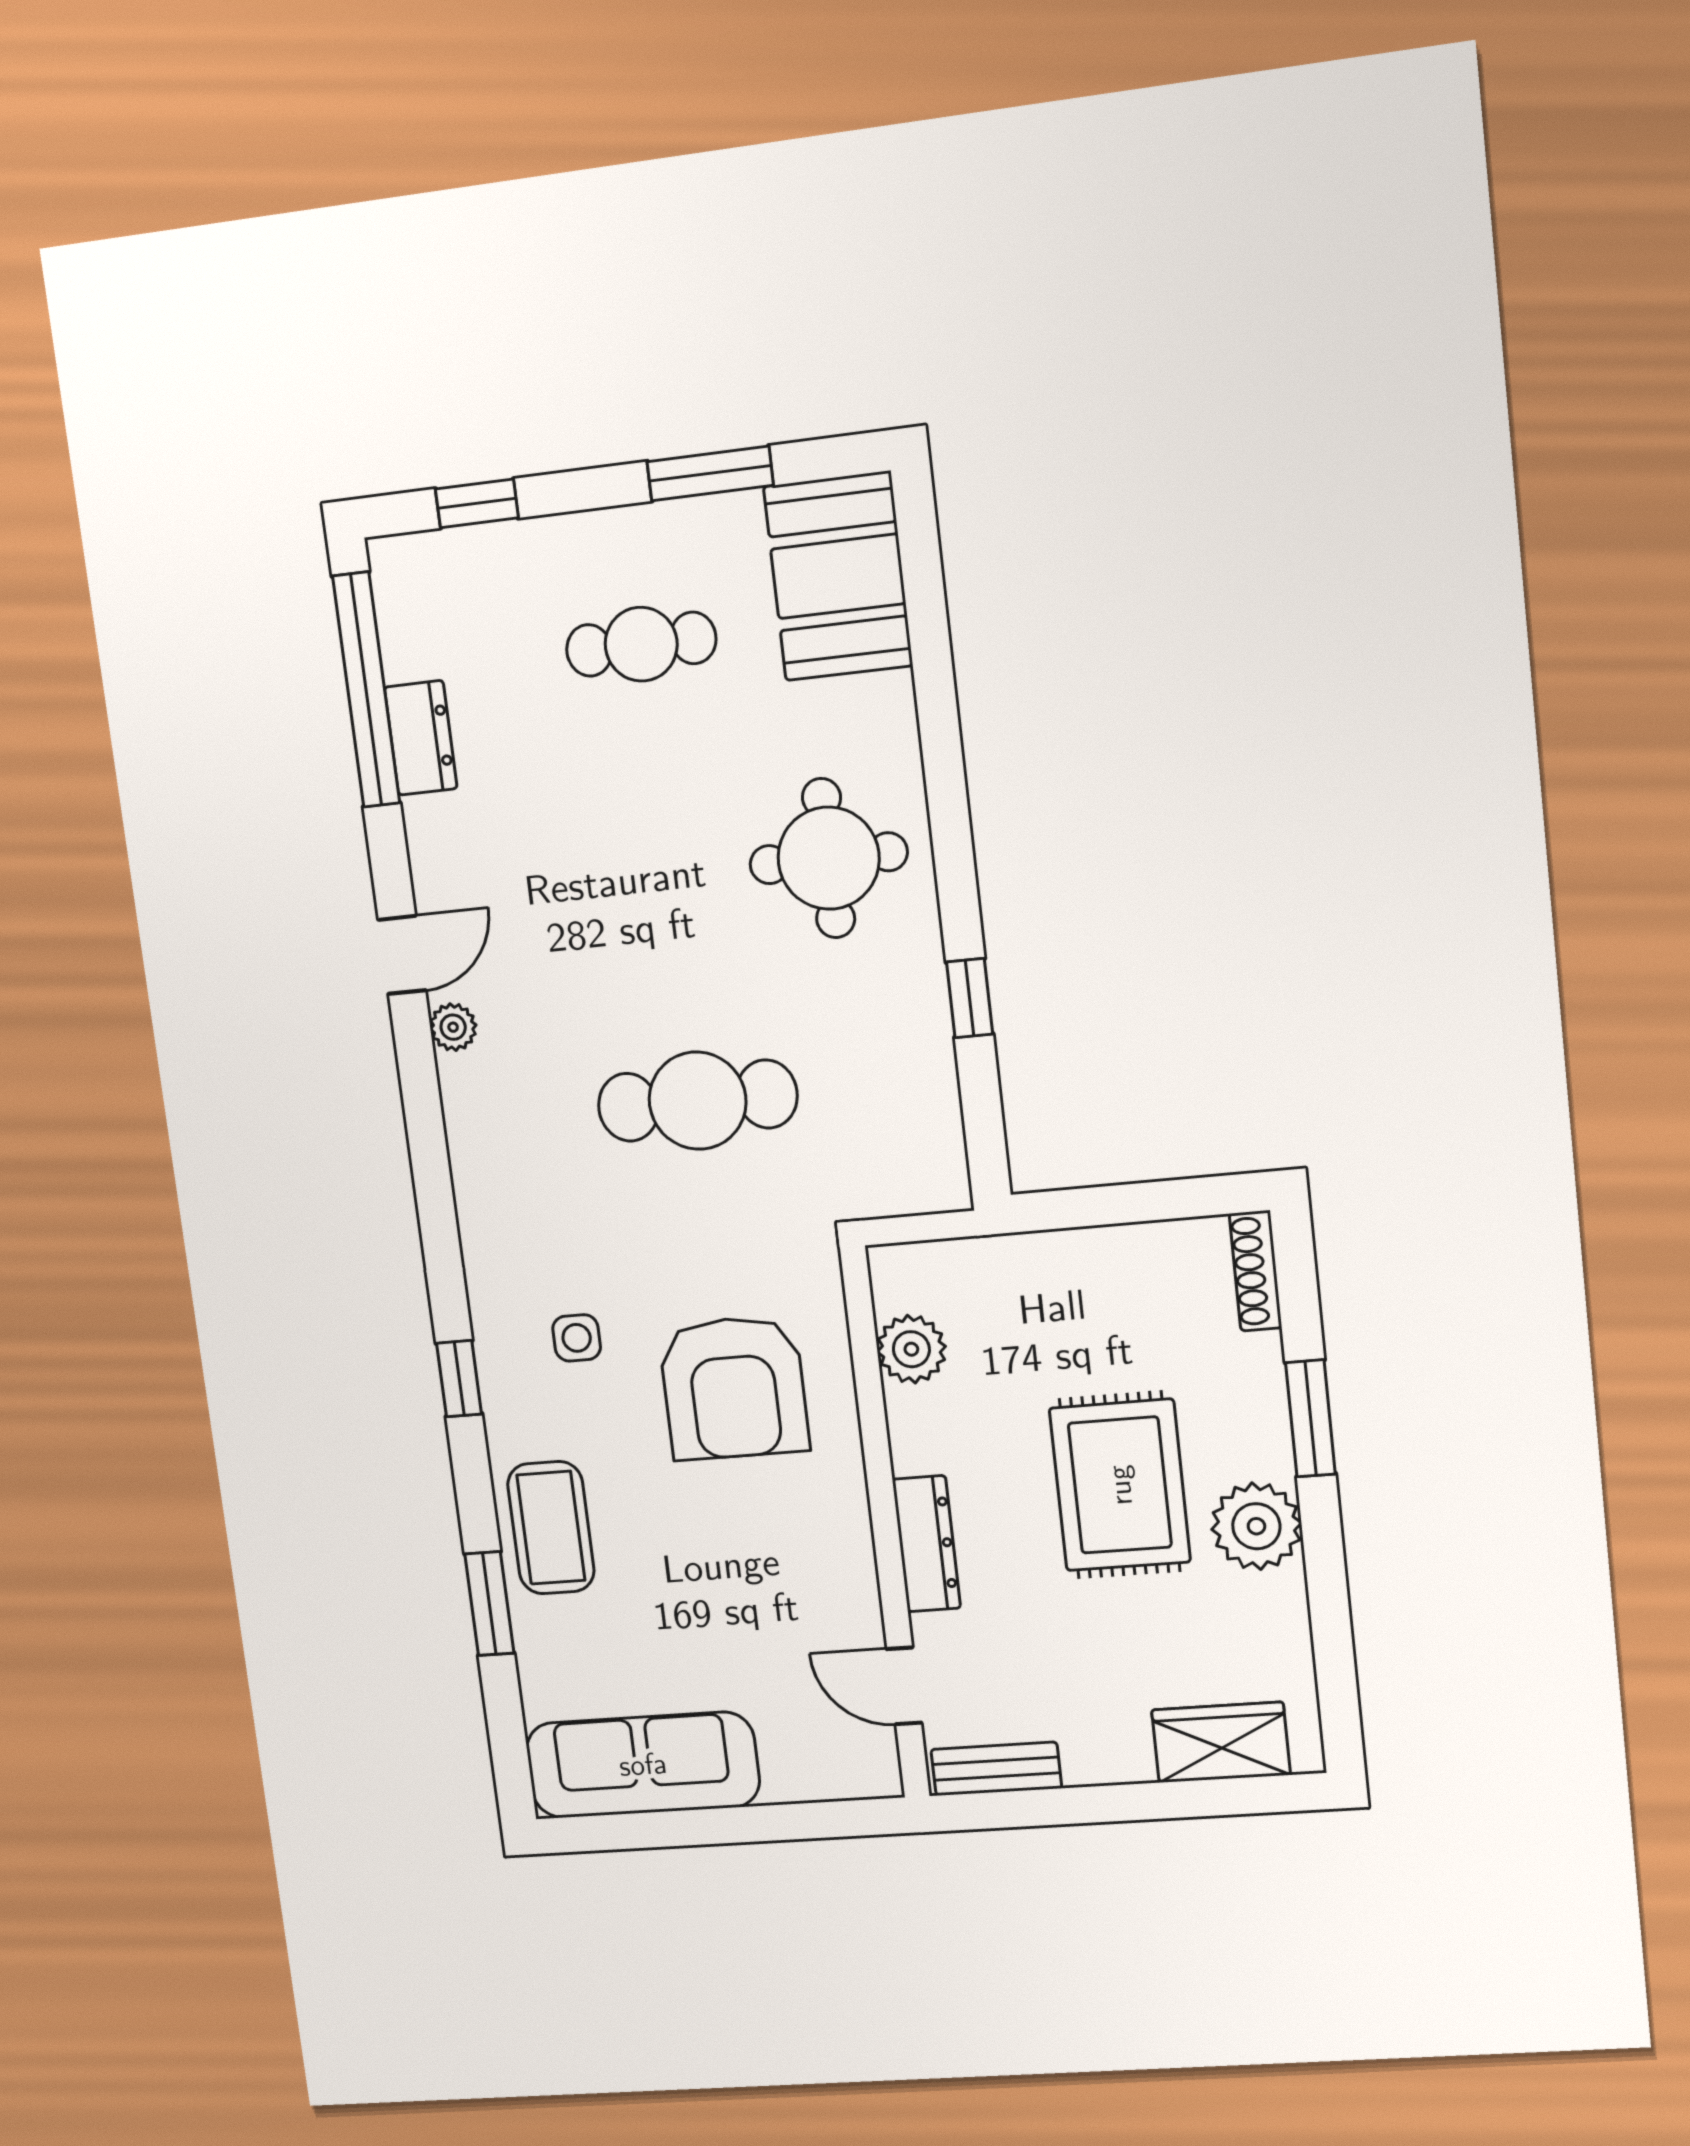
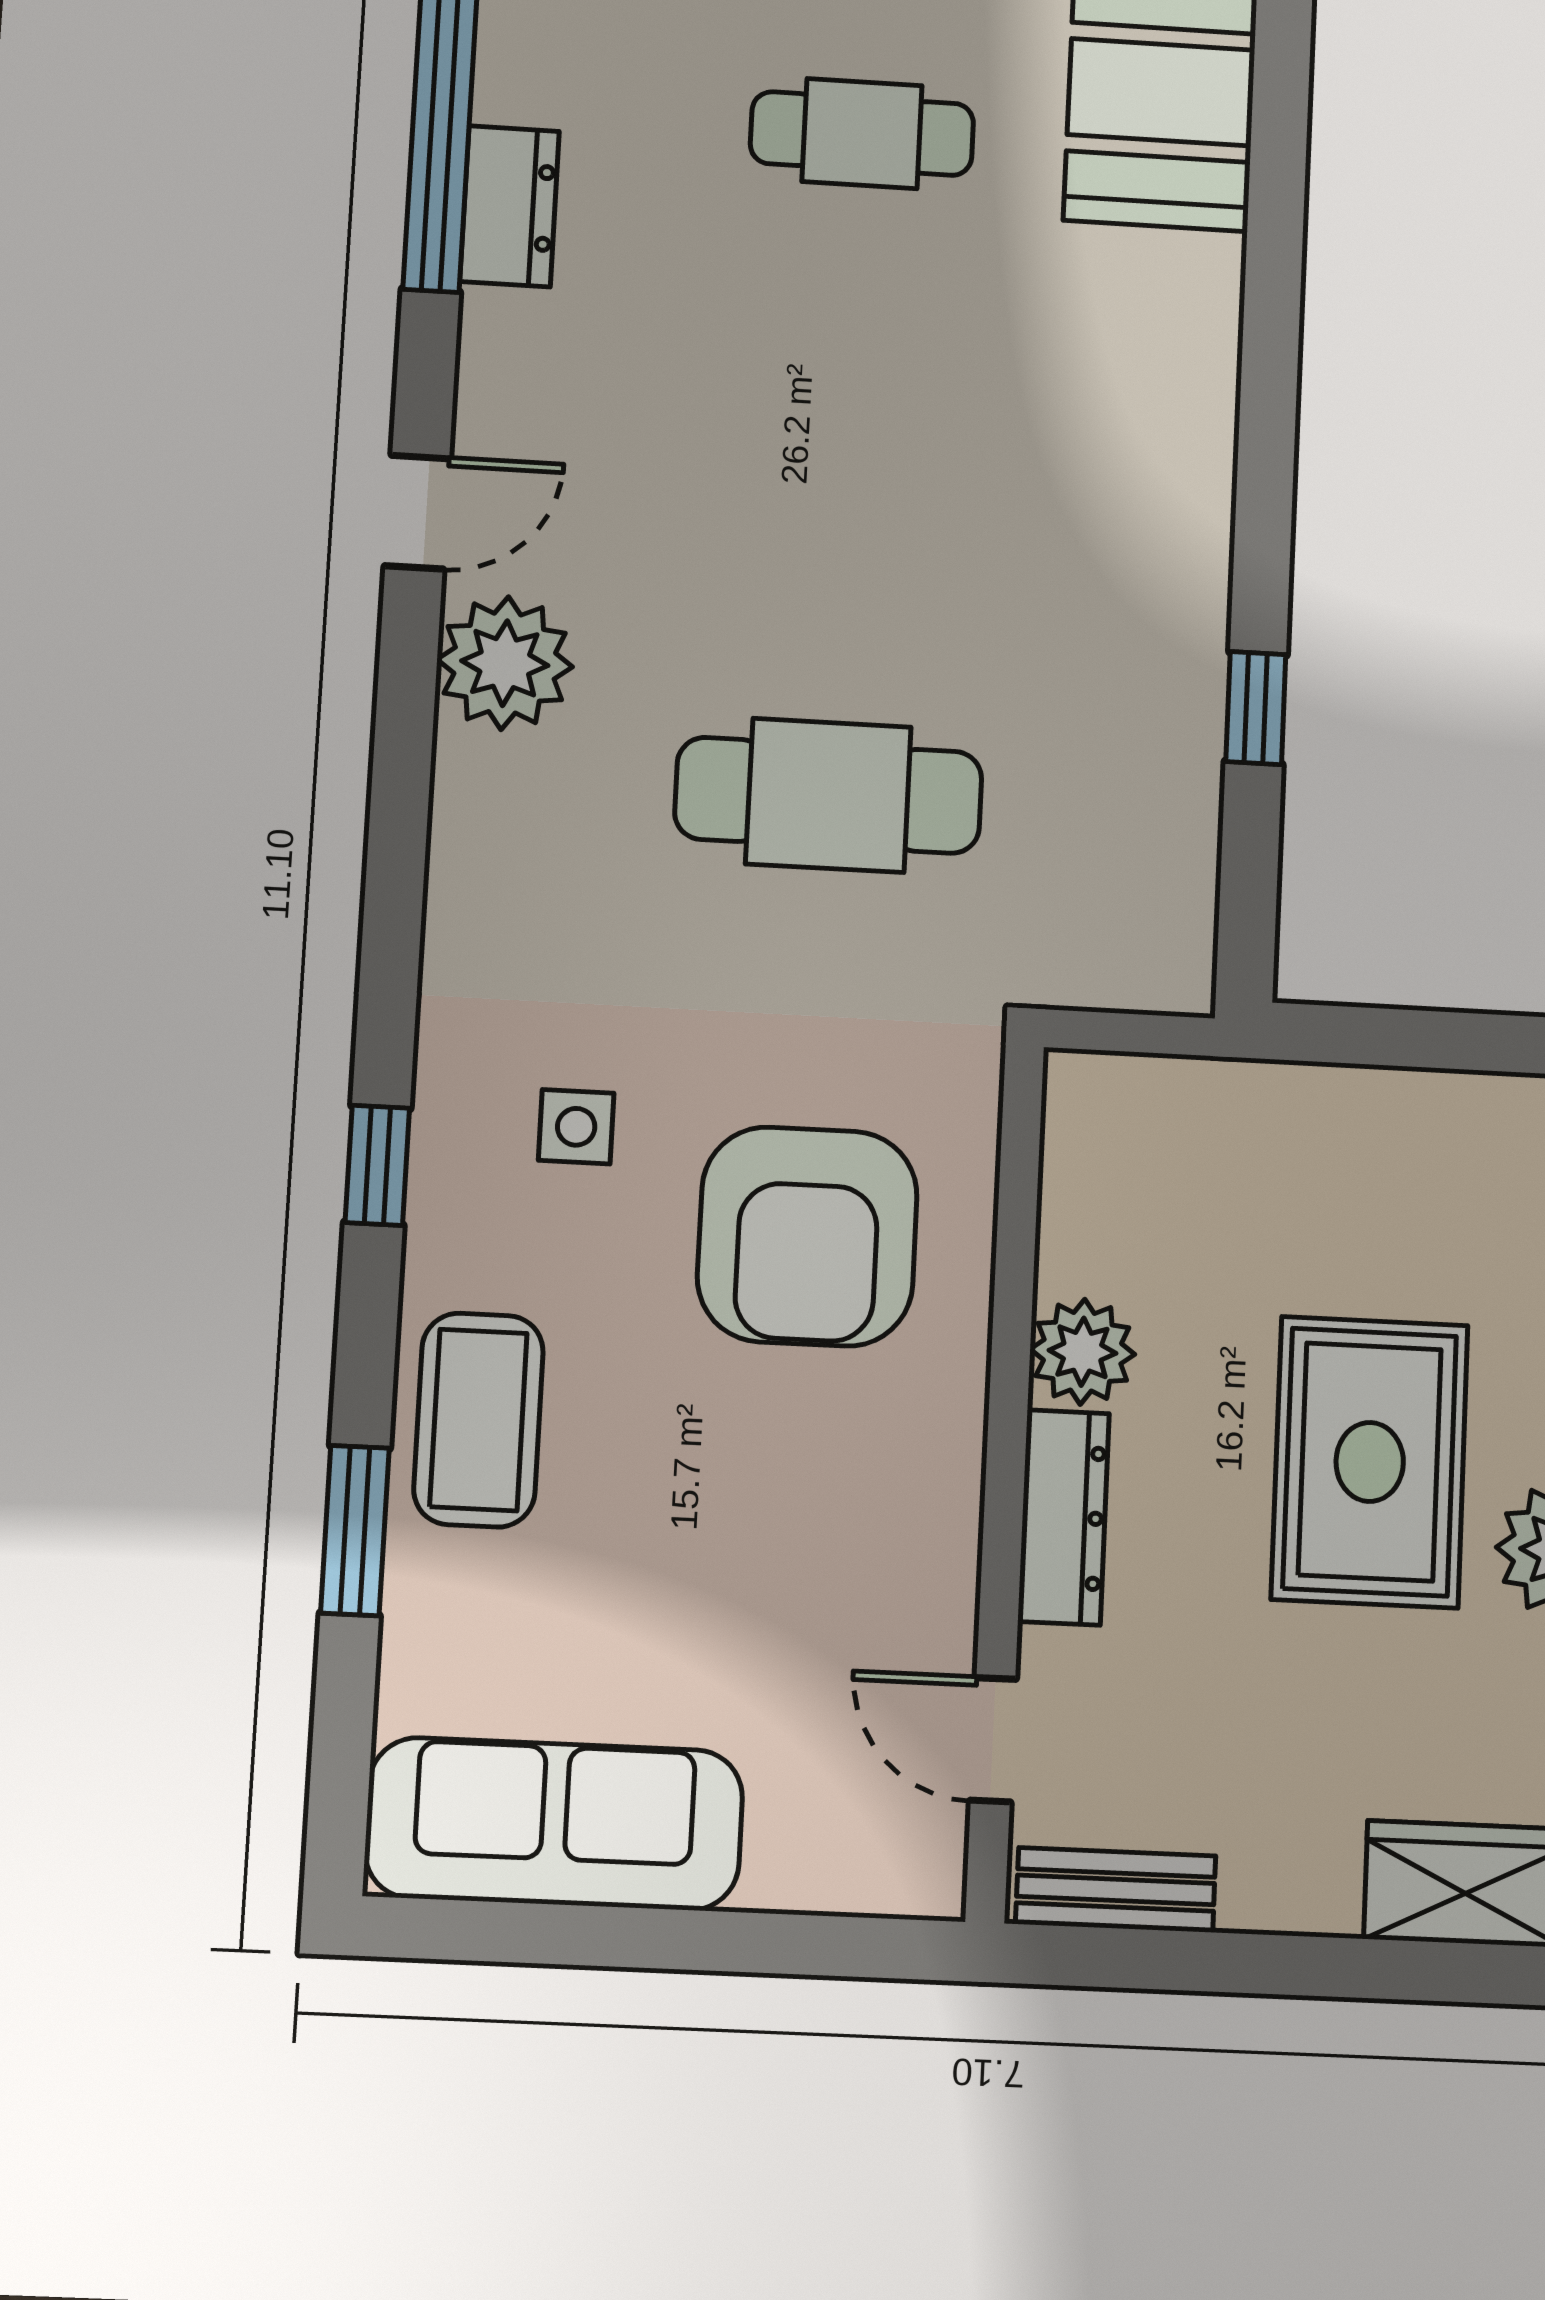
round table: (829, 858) -> (1083, 477), removed
plant: (453, 1027) -> (505, 663), width x1.87, depth x1.87
plant: (911, 1349) -> (1082, 1352), moved

